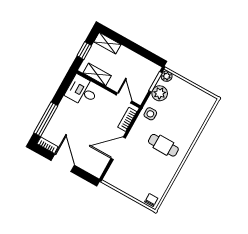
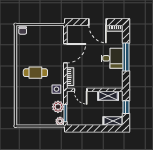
desk: (82, 91) -> (112, 58), moved
window: (46, 119) -> (126, 57), moved

